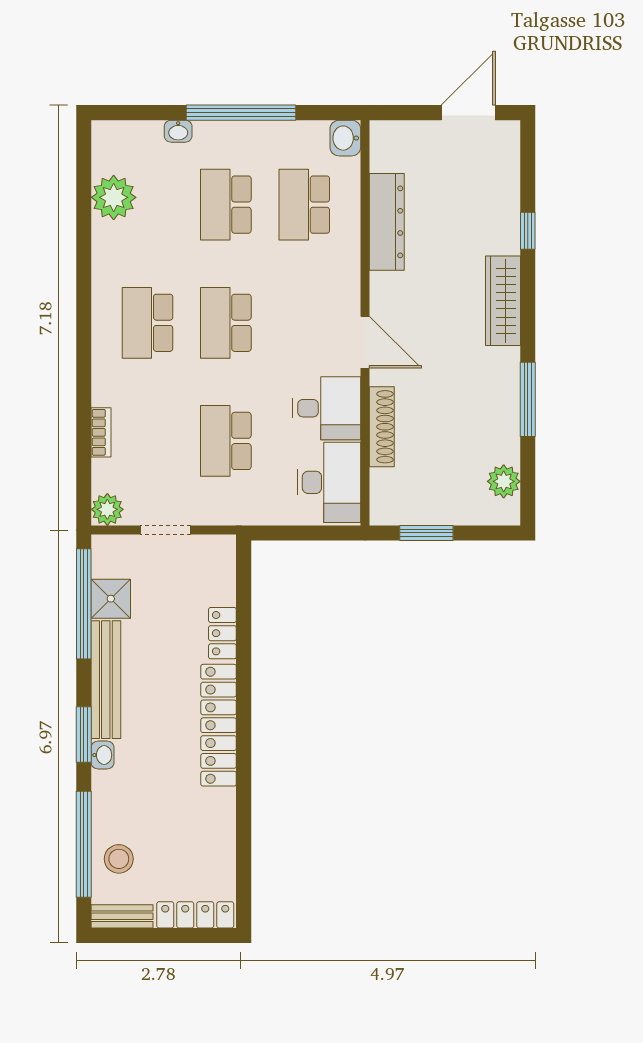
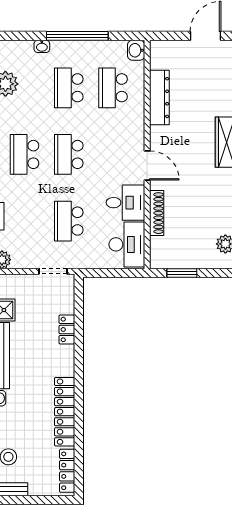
doorway: (166, 530) -> (53, 271), moved
locker: (219, 725) -> (65, 412), moved
locker: (195, 915) -> (67, 471), moved, turned -90

